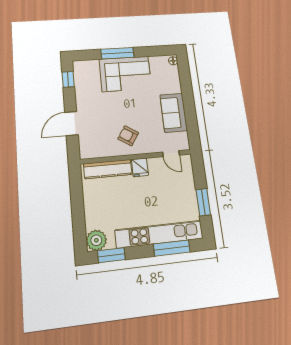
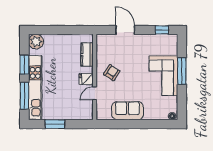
door: (171, 154) -> (95, 93), moved
kitchen counter: (108, 169) -> (87, 55), width x0.67
window: (111, 255) -> (24, 65), moved

